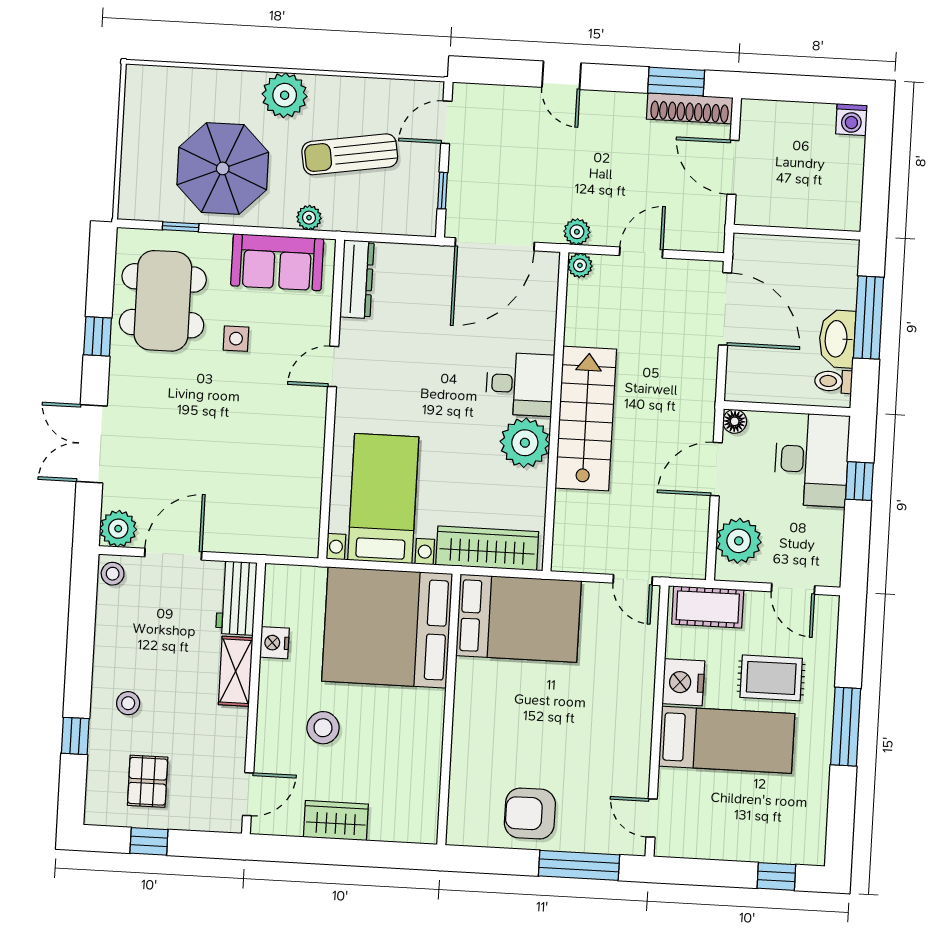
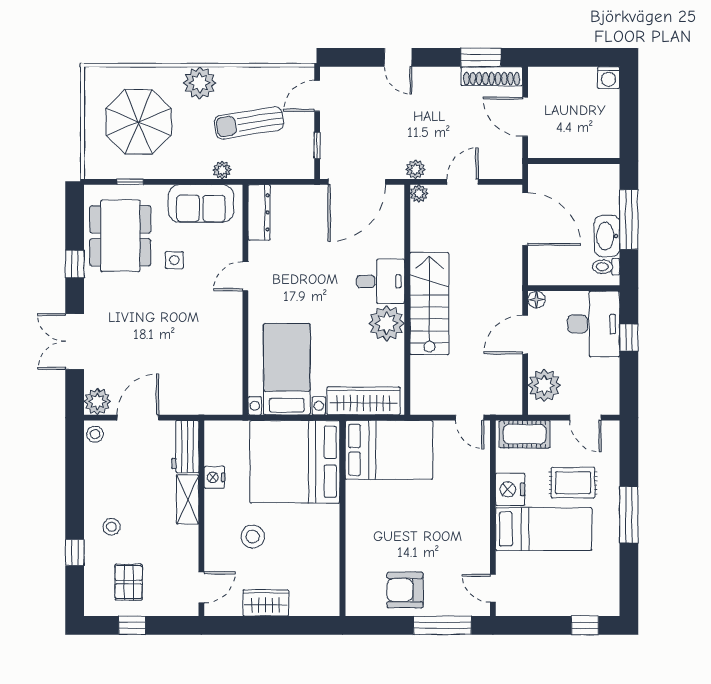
parasol: (223, 168) -> (139, 122), moved

